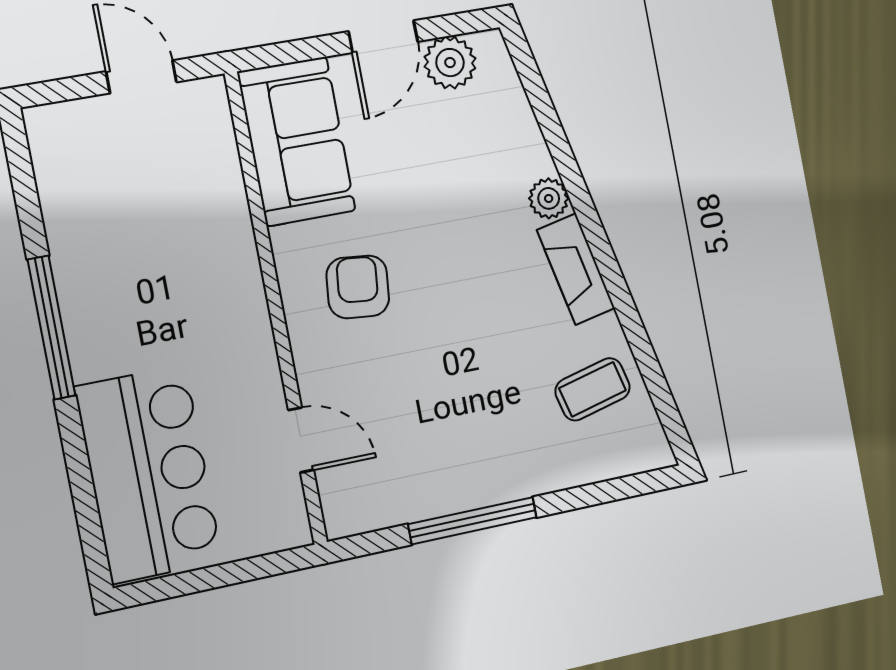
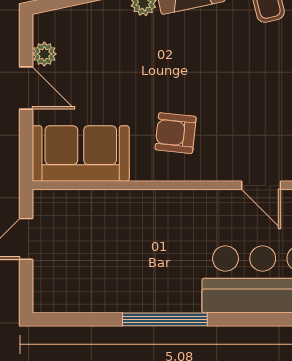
plant: (450, 63) -> (44, 54), width x0.73, depth x0.73
door: (301, 440) -> (261, 185), swing flipped

